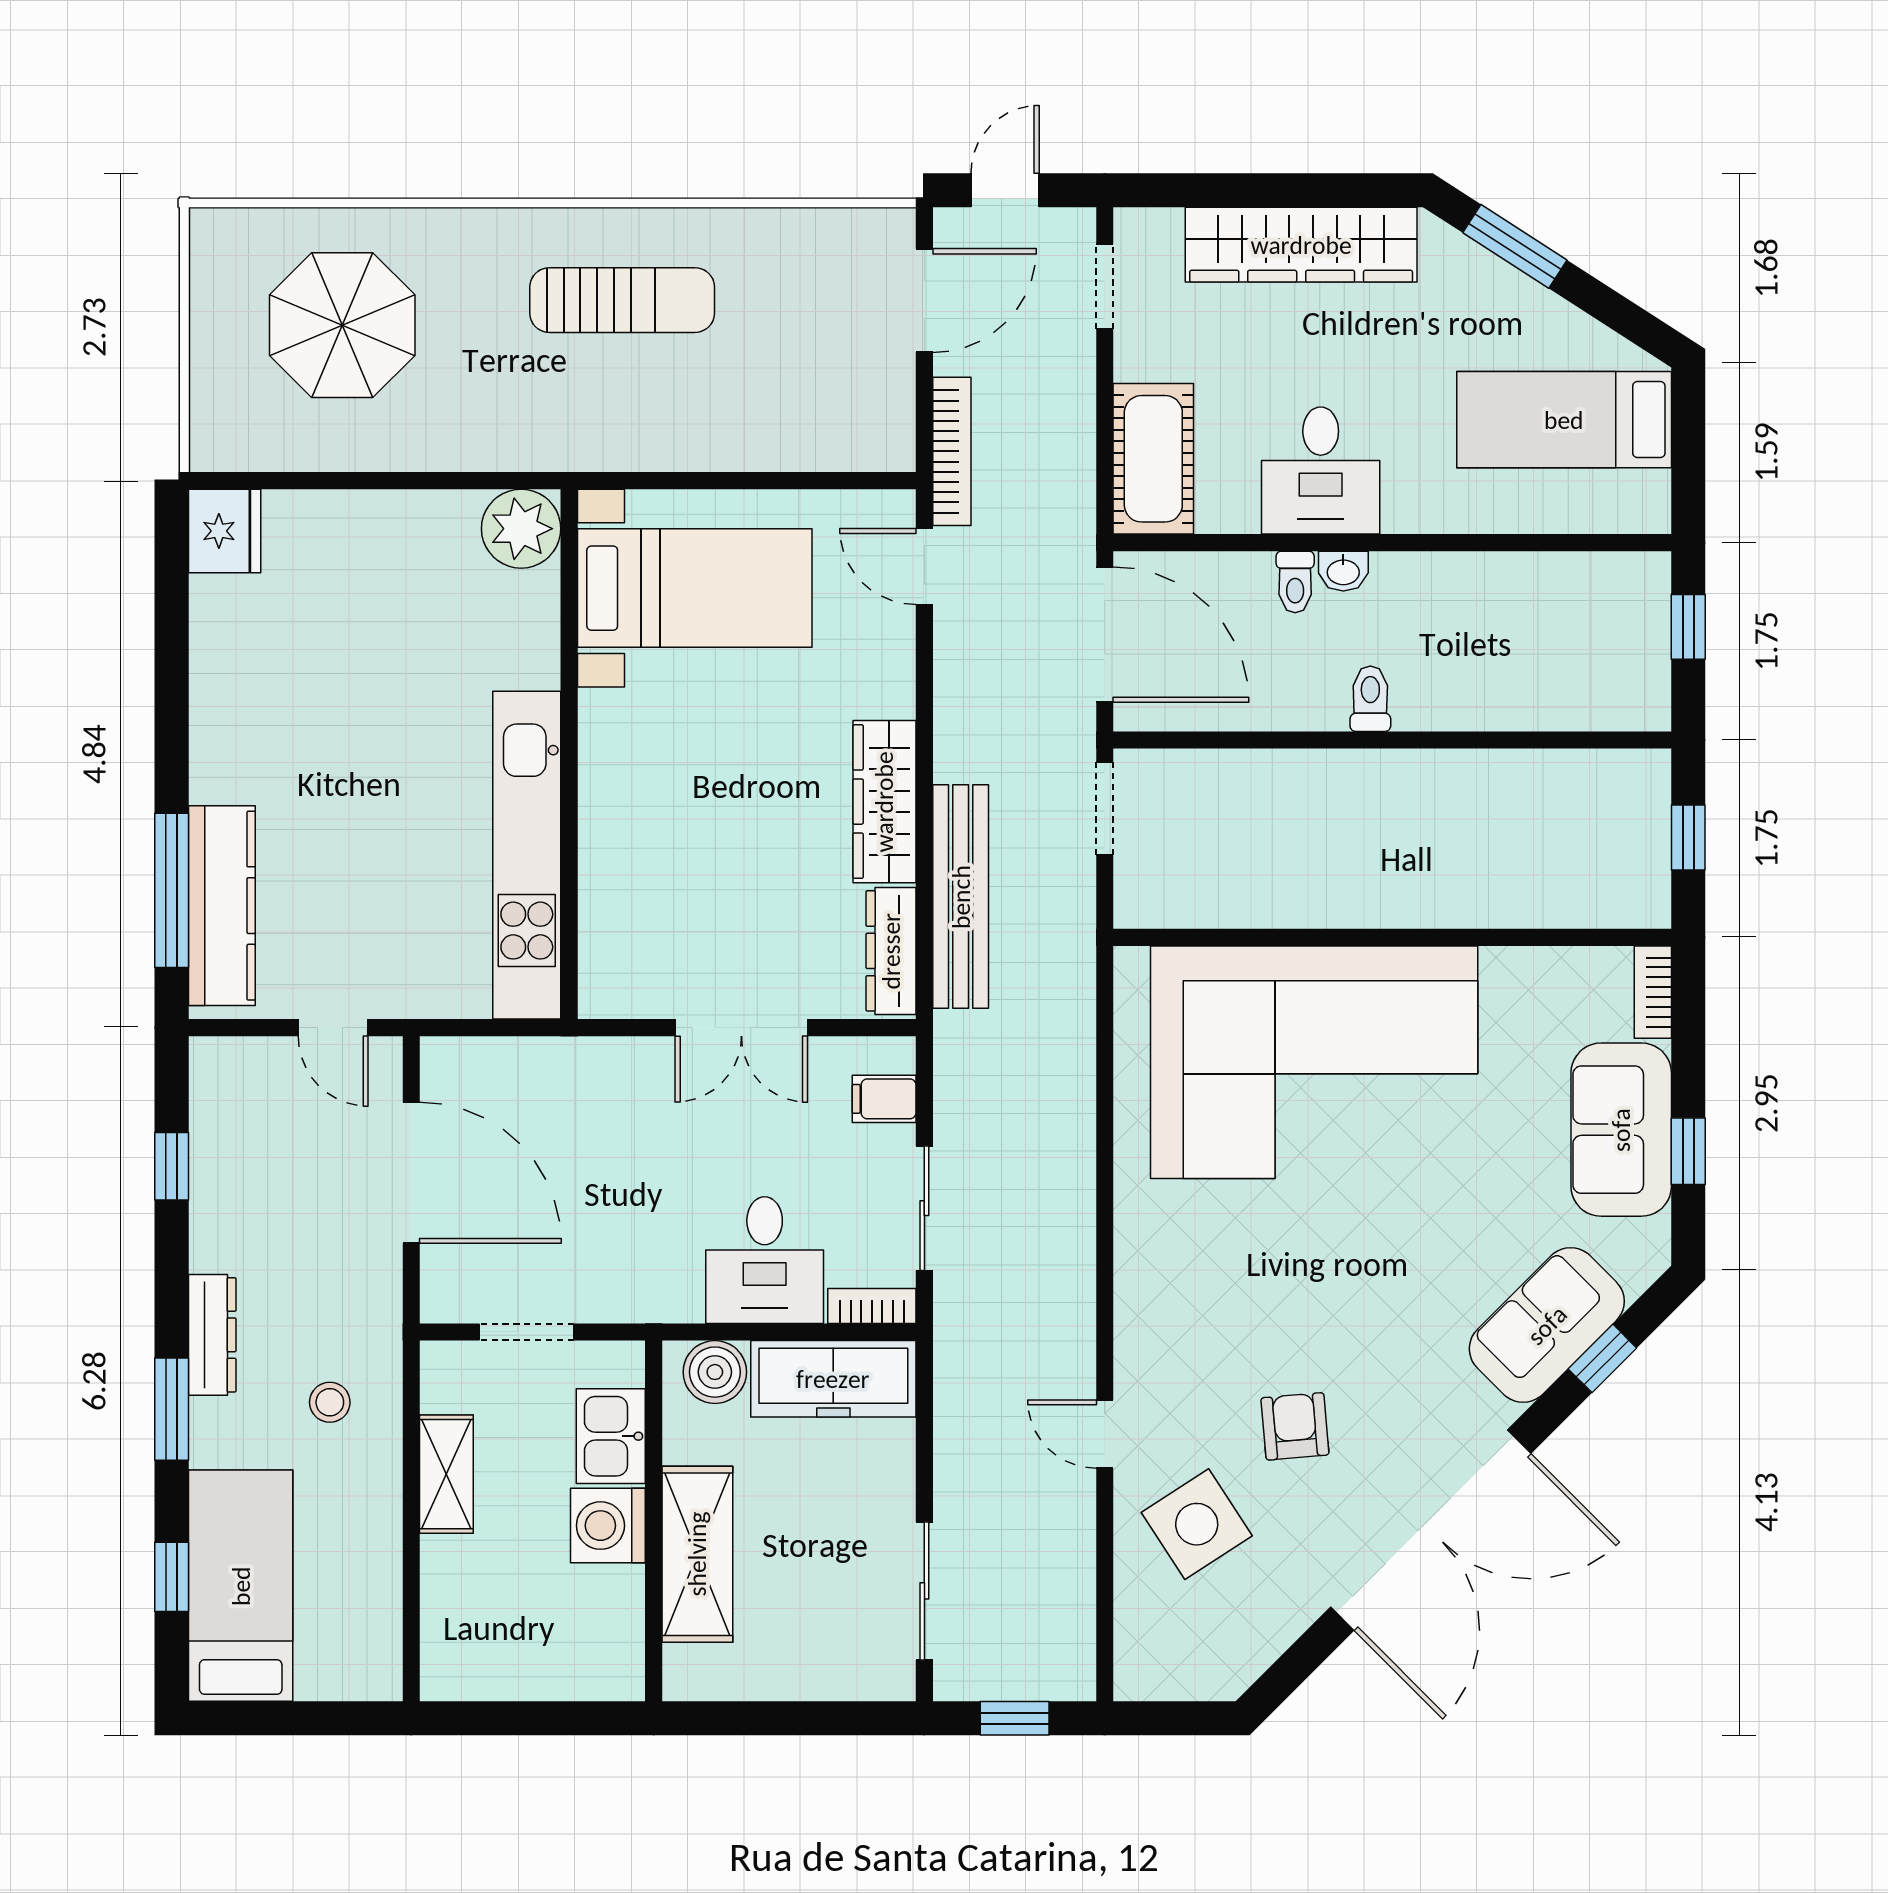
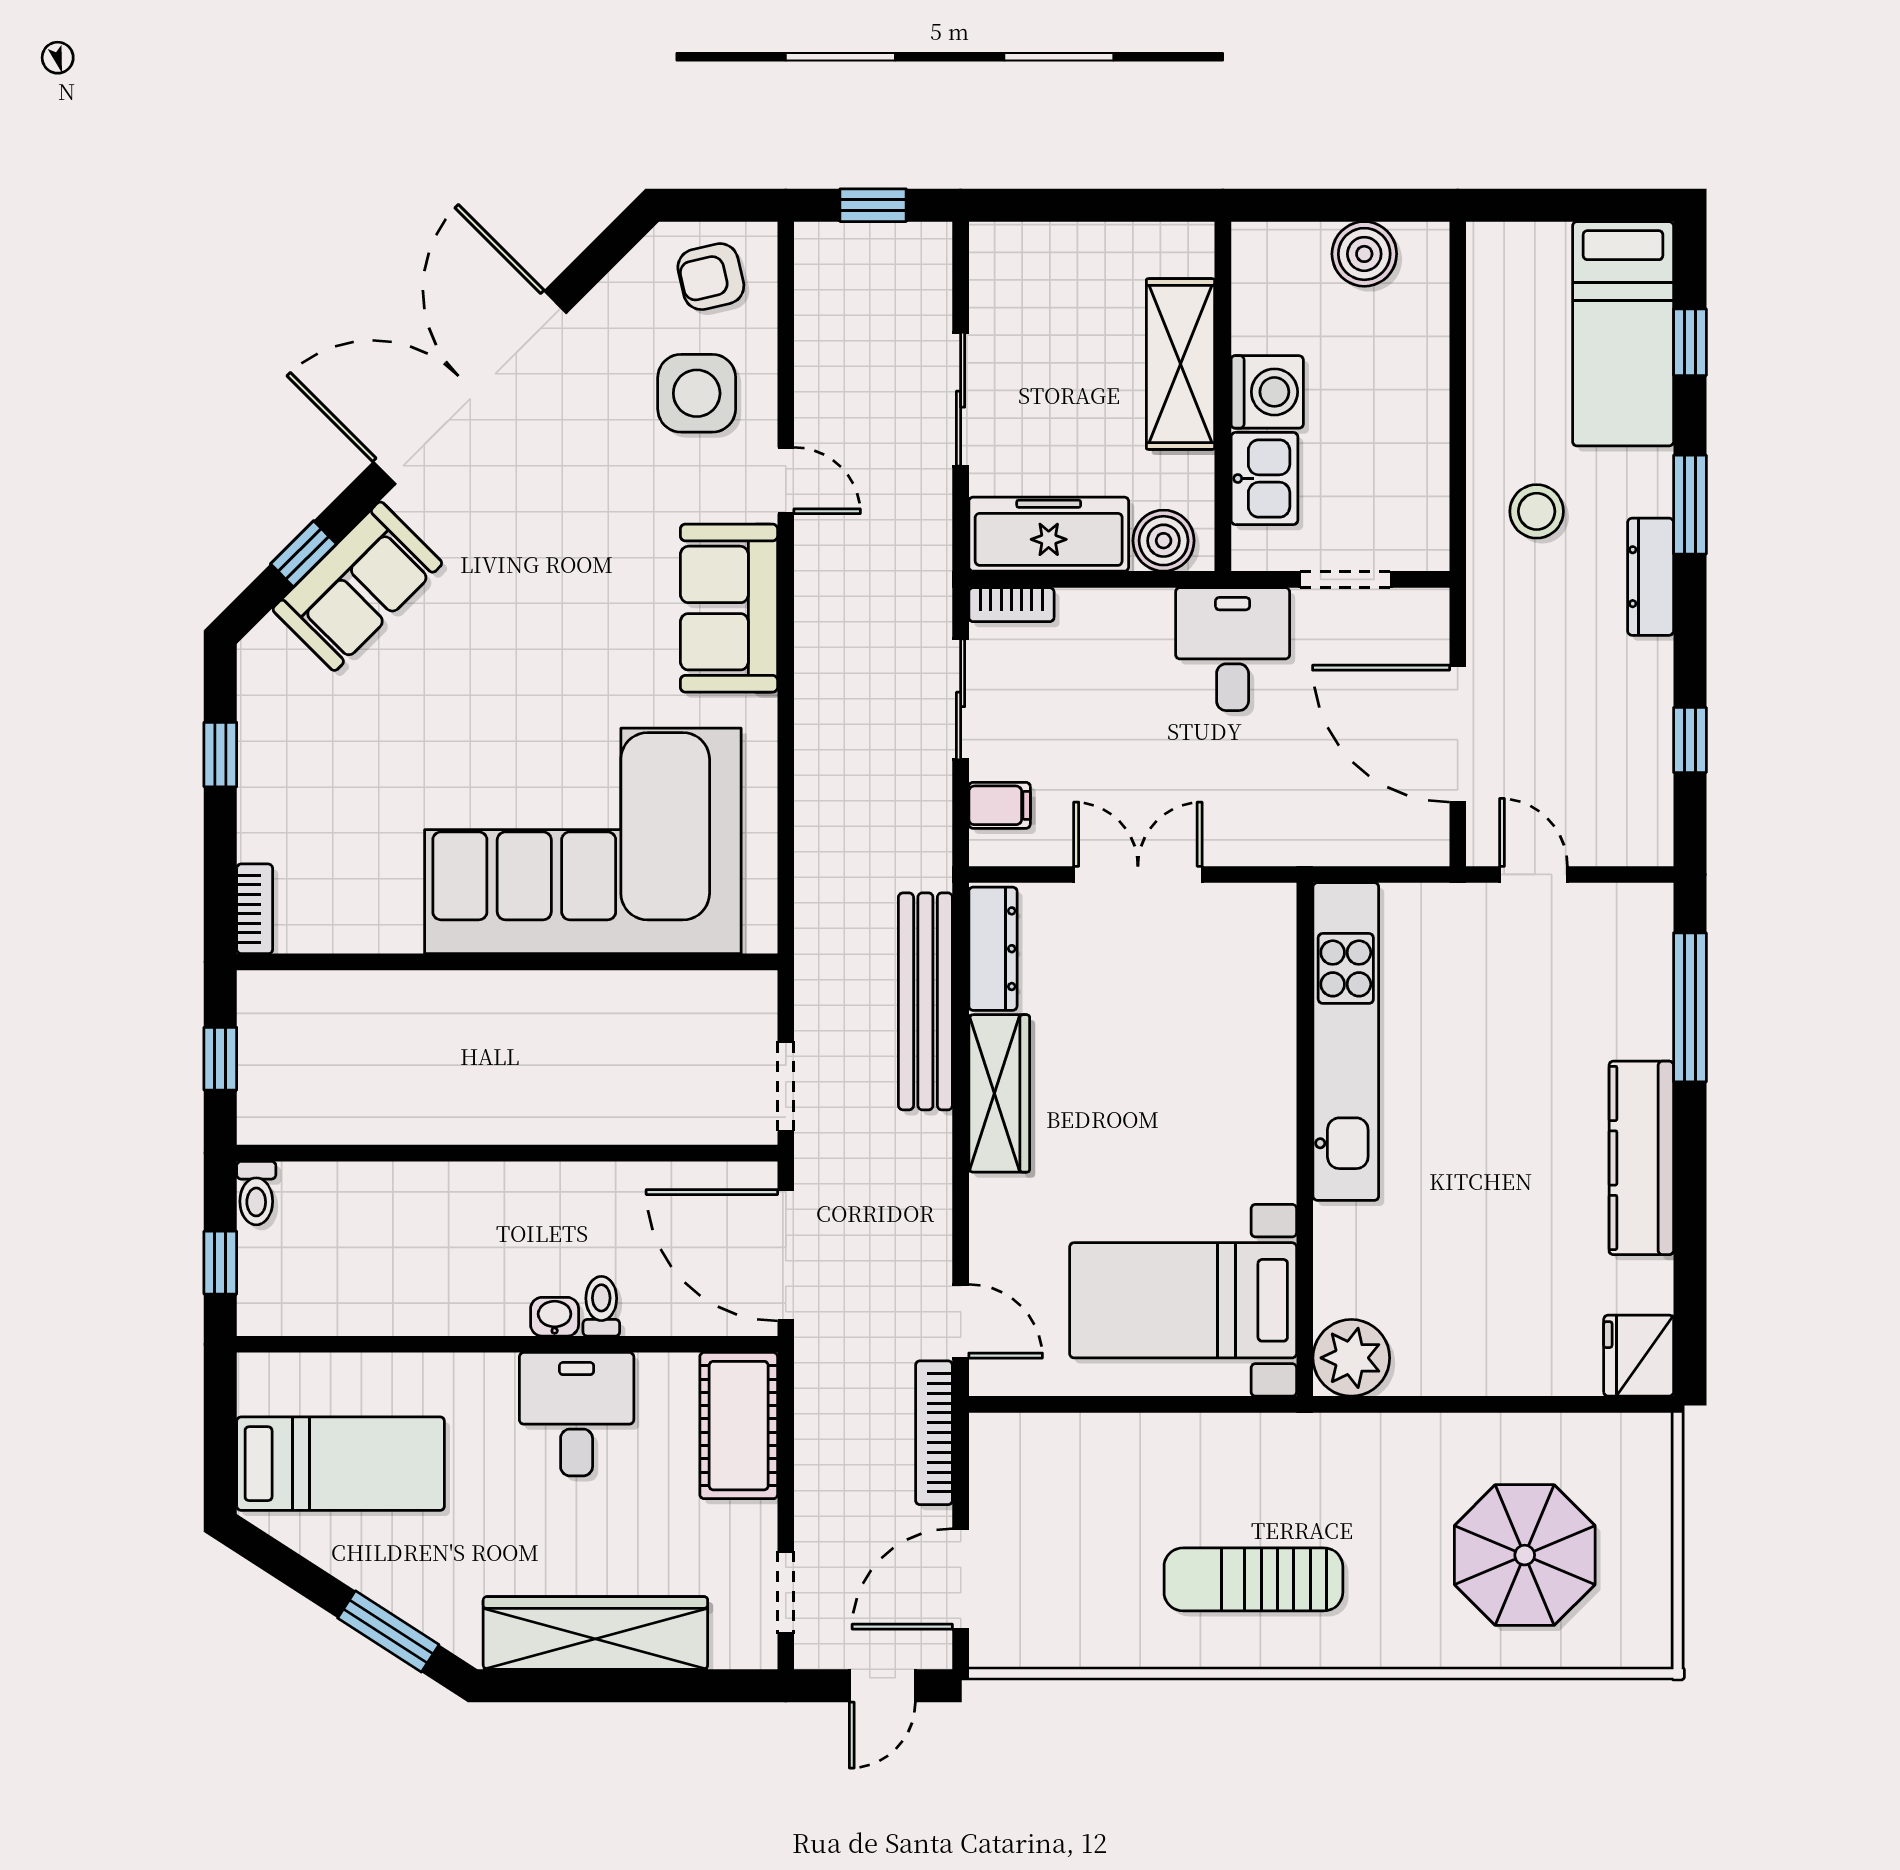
toilet: (1370, 699) -> (256, 1193), moved
kitchen counter: (222, 906) -> (1641, 1158), moved
sofa: (1621, 1130) -> (729, 608), moved, turned 180
desk: (765, 1260) -> (1233, 649), moved
stool: (330, 1402) -> (1537, 511), width x1.37, depth x1.37
armchair: (1295, 1426) -> (711, 277), moved, turned 82
shelving: (446, 1474) -> (1424, 442), removed
side table: (1197, 1524) -> (697, 393), turned 33
sliding door: (924, 1591) -> (961, 399), moved
boiler: (508, 1668) -> (1364, 254), added

